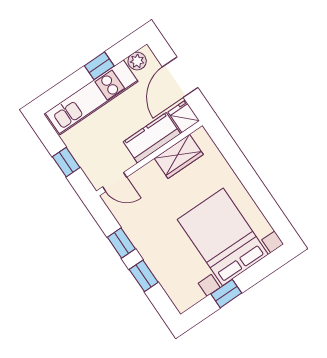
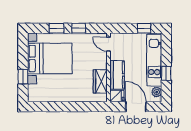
window: (66, 162) -> (144, 28), moved
door: (115, 182) -> (108, 44), hinge flipped
bed with nightstands: (223, 237) -> (50, 58), moved
window: (226, 294) -> (23, 77), moved

